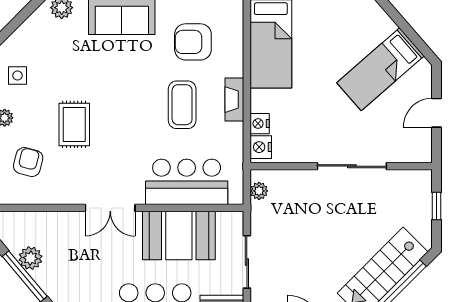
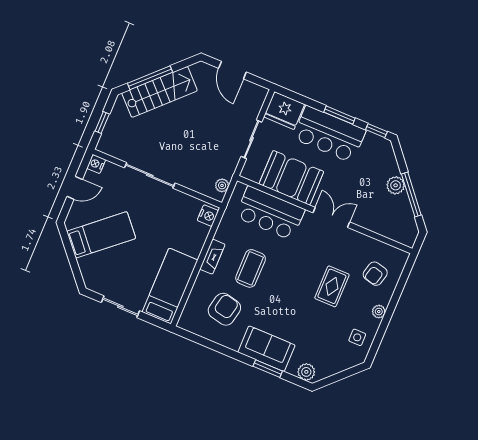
armchair: (193, 42) -> (224, 309), turned -78
nightstand: (260, 124) -> (96, 164), moved, turned 180
plant: (30, 258) -> (396, 185), moved

